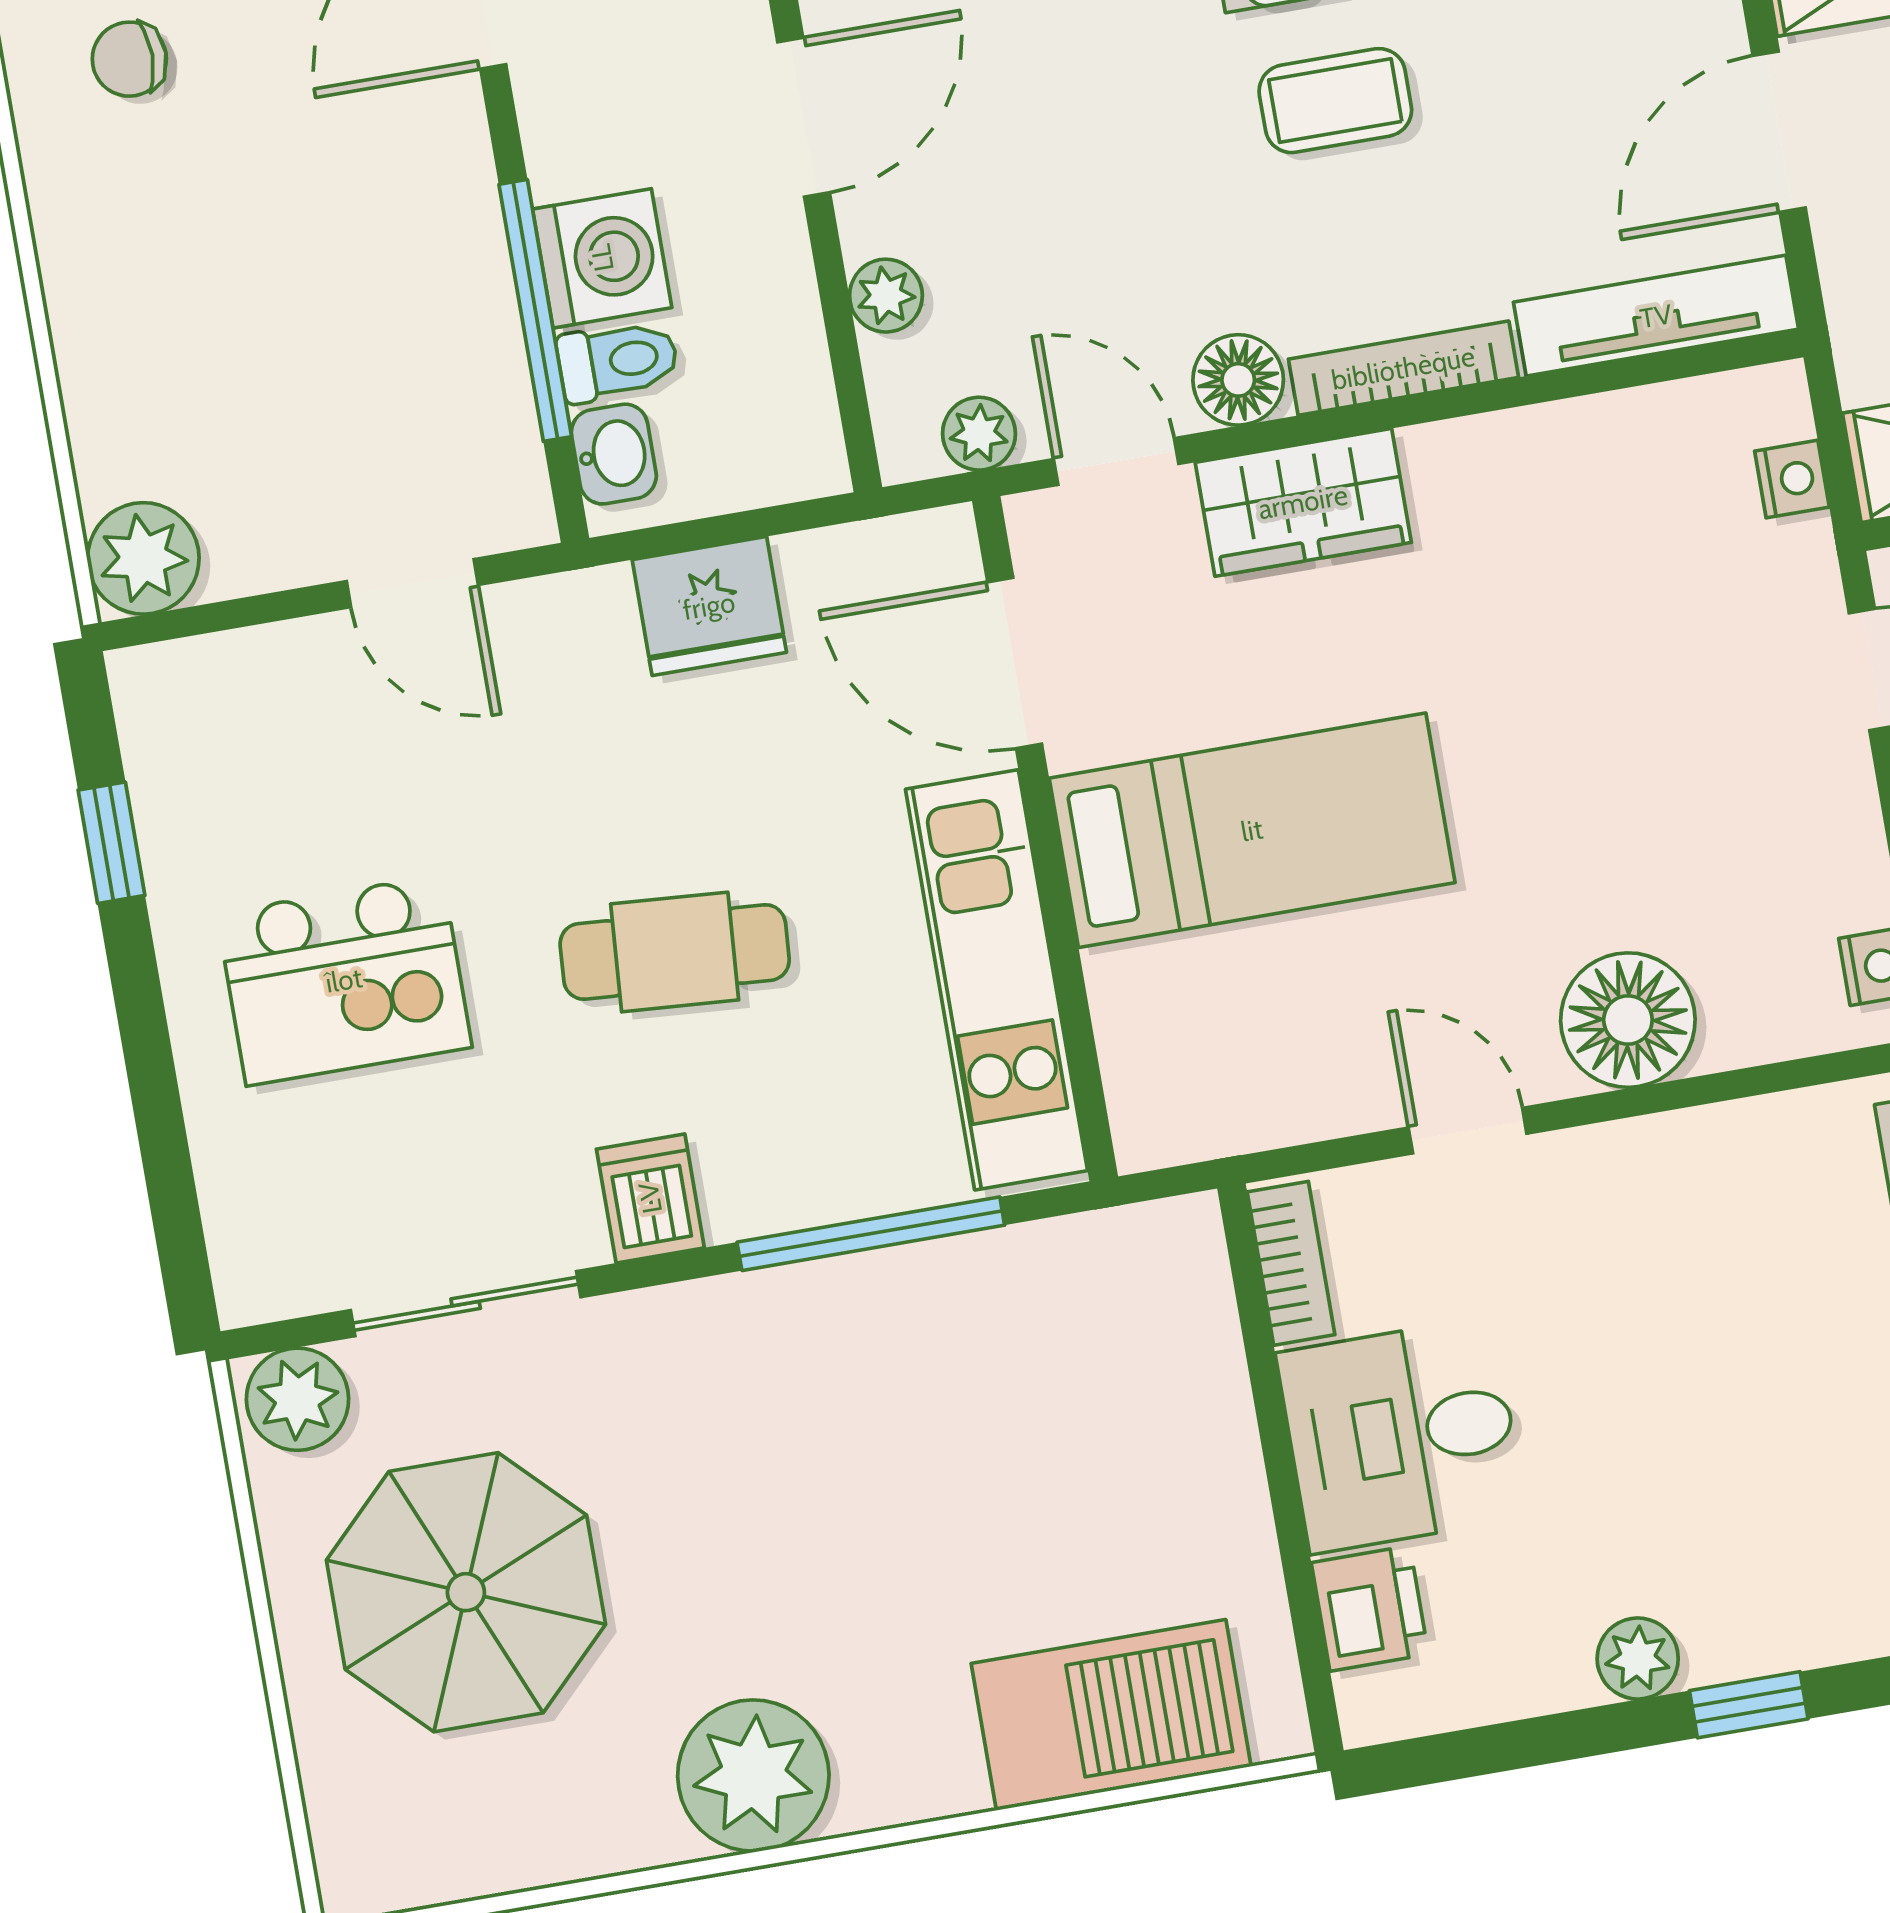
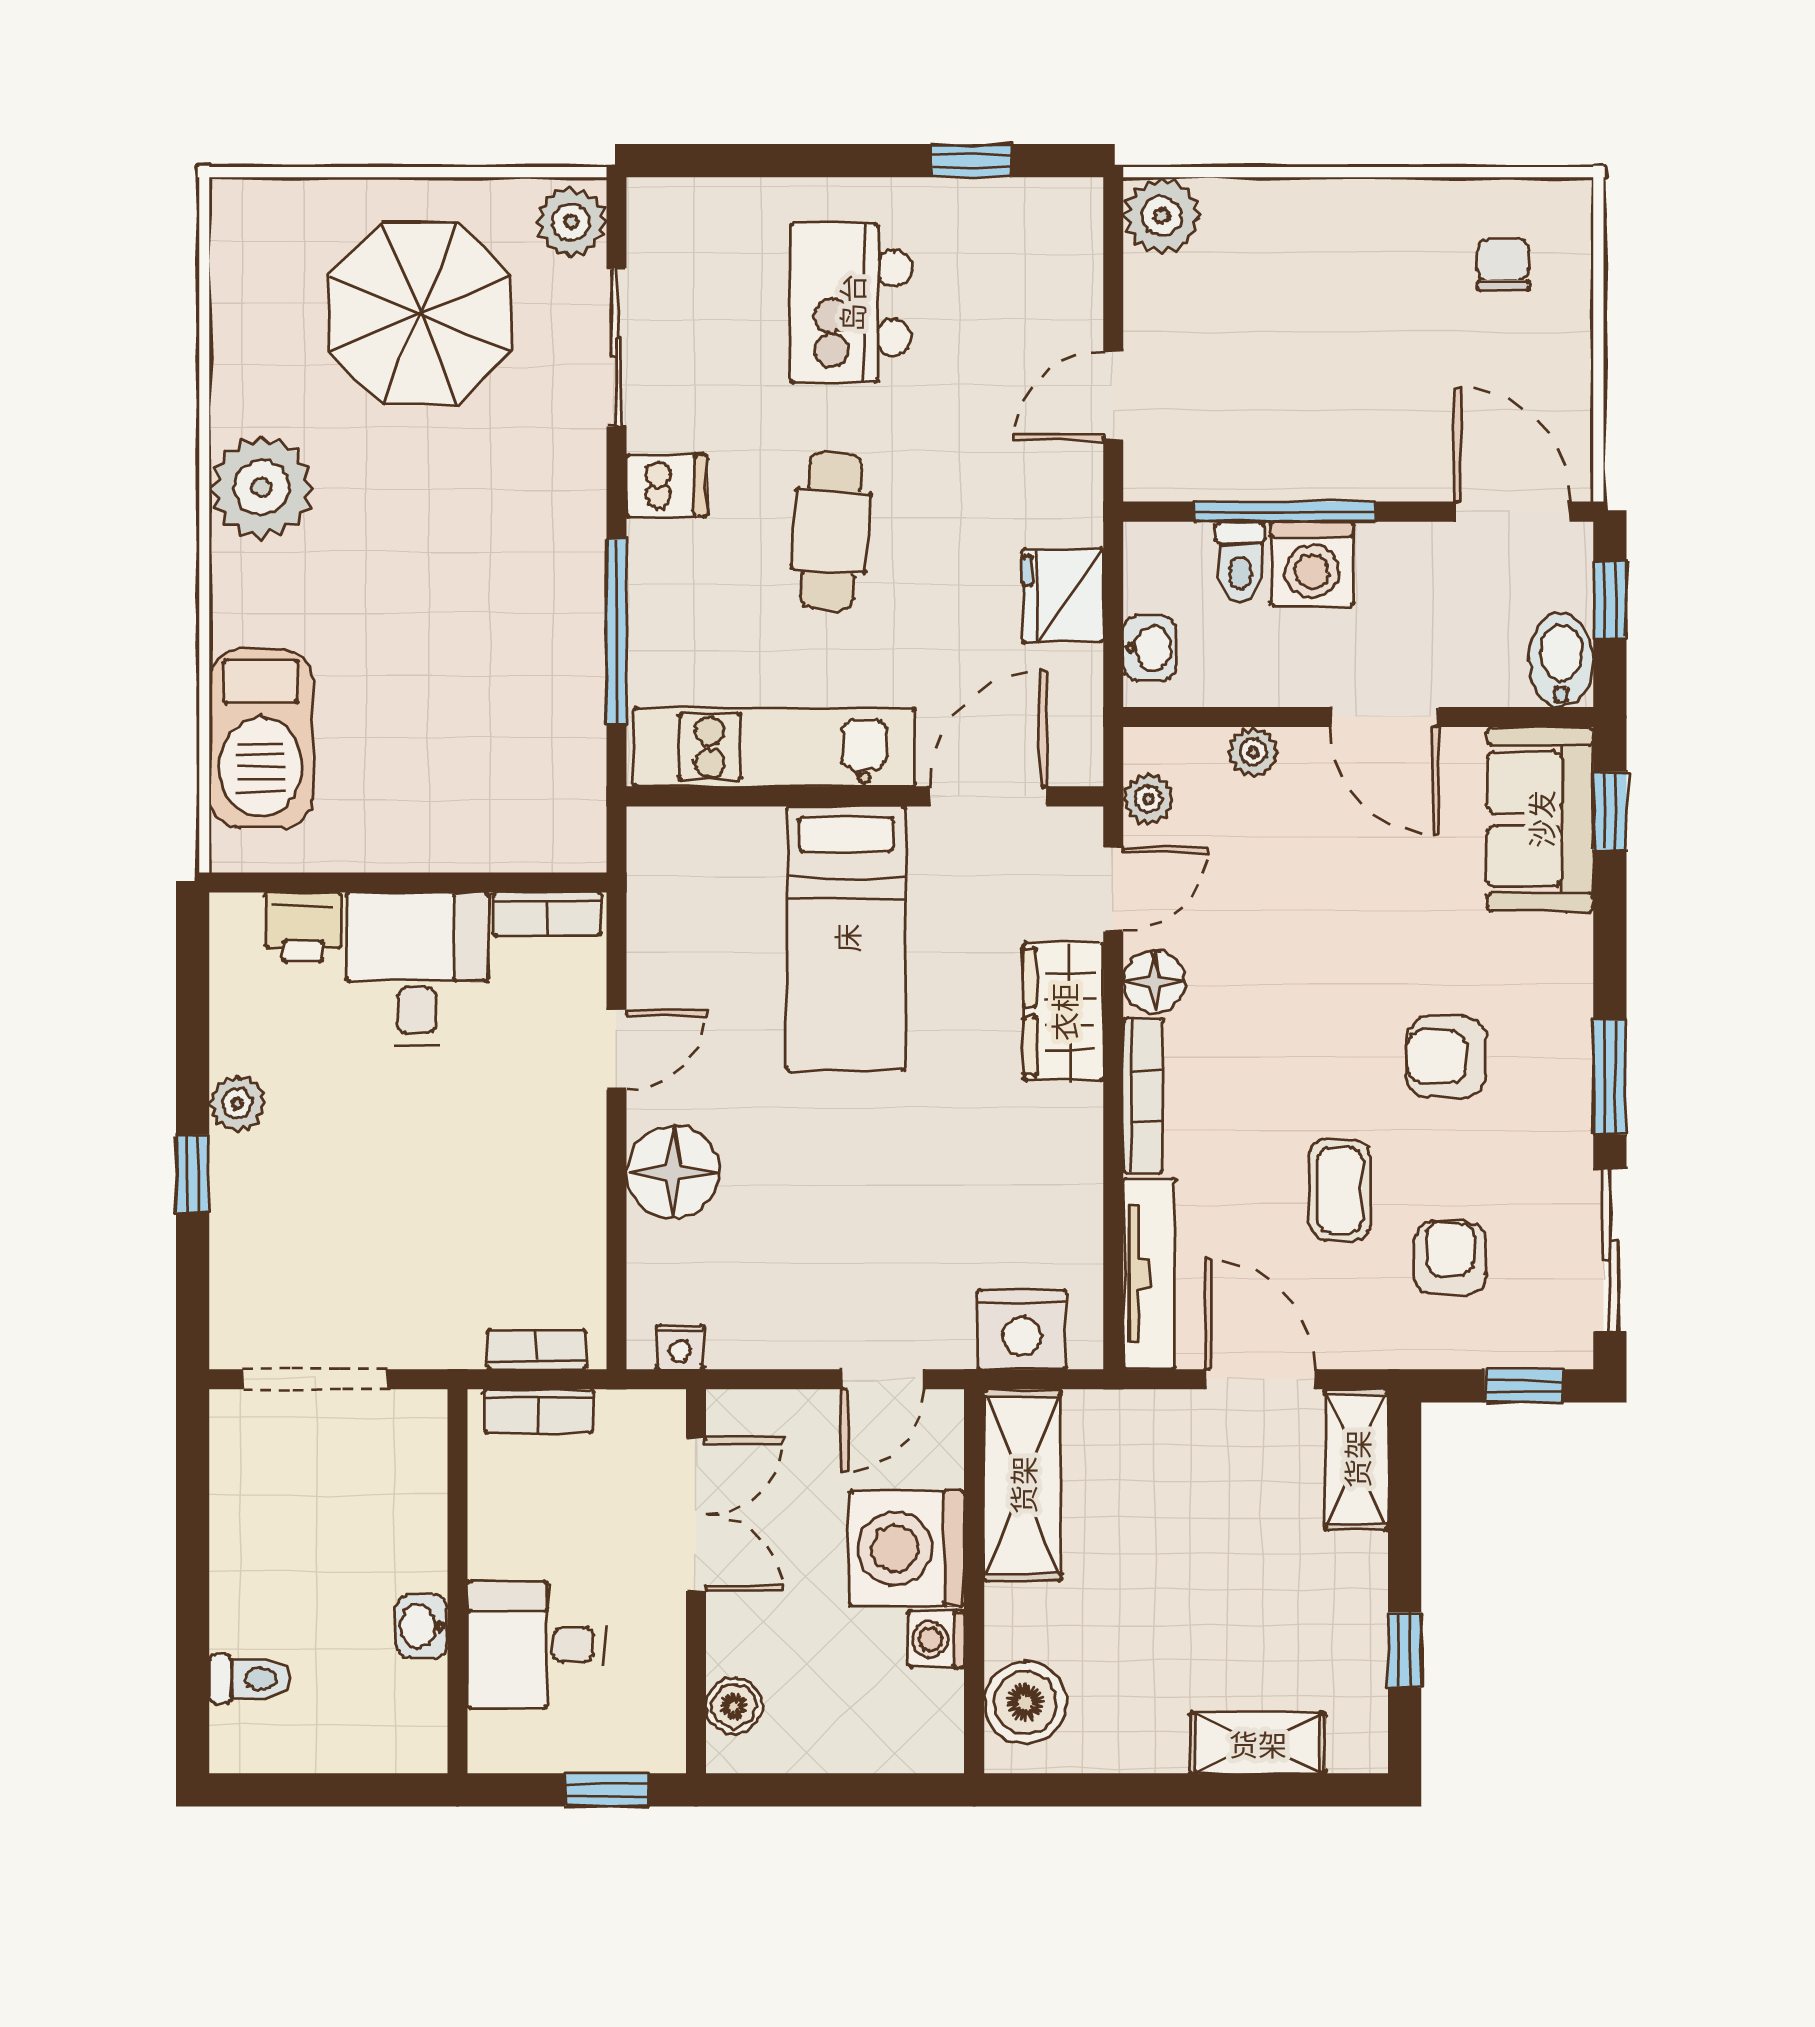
coffee table: (1335, 101) -> (1340, 1190), moved
washbasin: (614, 454) -> (1150, 648), moved, turned -90
nightstand: (1792, 479) -> (1022, 1330), width x1.89, depth x1.79

